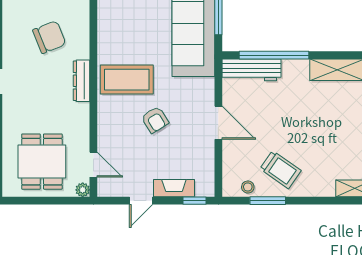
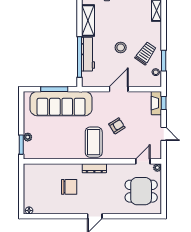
chair: (49, 37) -> (69, 187), turned 112
workbench: (252, 70) -> (88, 54), moved
stool: (291, 126) -> (121, 47), added
fireplace: (174, 188) -> (156, 103), moved

